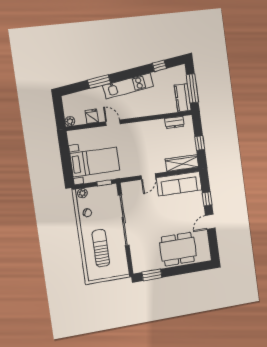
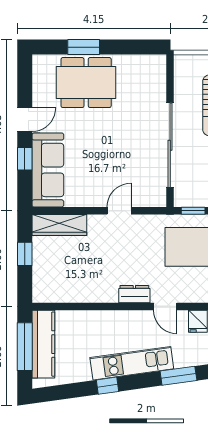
window: (159, 66) -> (108, 386), moved
kitchen counter: (183, 98) -> (43, 344), width x1.50
dresser: (174, 122) -> (134, 294), moved
sofa: (179, 184) -> (48, 170), moved, turned 90
window: (152, 275) -> (84, 47), moved

